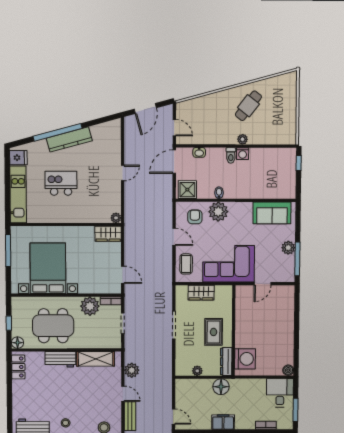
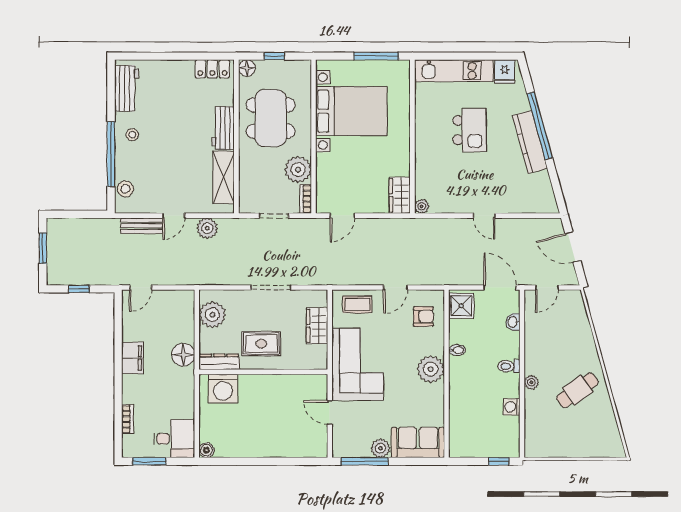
cafe table: (248, 106) -> (577, 390), turned -74
washing machine: (243, 154) -> (512, 407), moved
plant: (218, 212) -> (431, 369), moved
sofa: (272, 213) -> (418, 442), moved, turned 90
plant: (197, 371) -> (212, 315), width x1.88, depth x1.88

